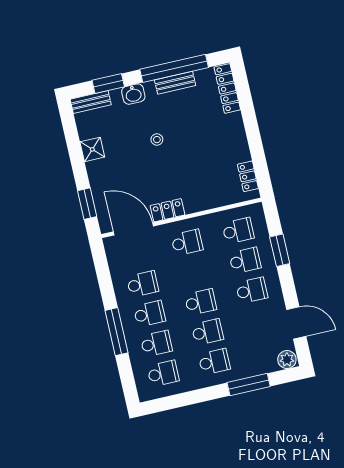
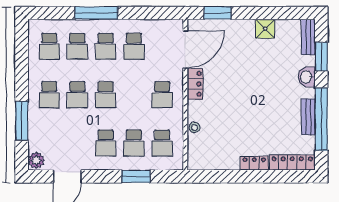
stool: (157, 140) -> (195, 127), moved
locker: (248, 176) -> (254, 163), moved

